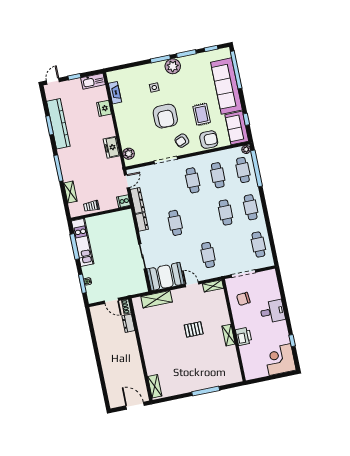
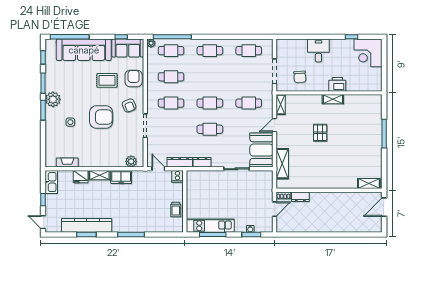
shelving: (70, 192) -> (99, 175), moved
cafe table: (225, 212) -> (210, 103), moved

